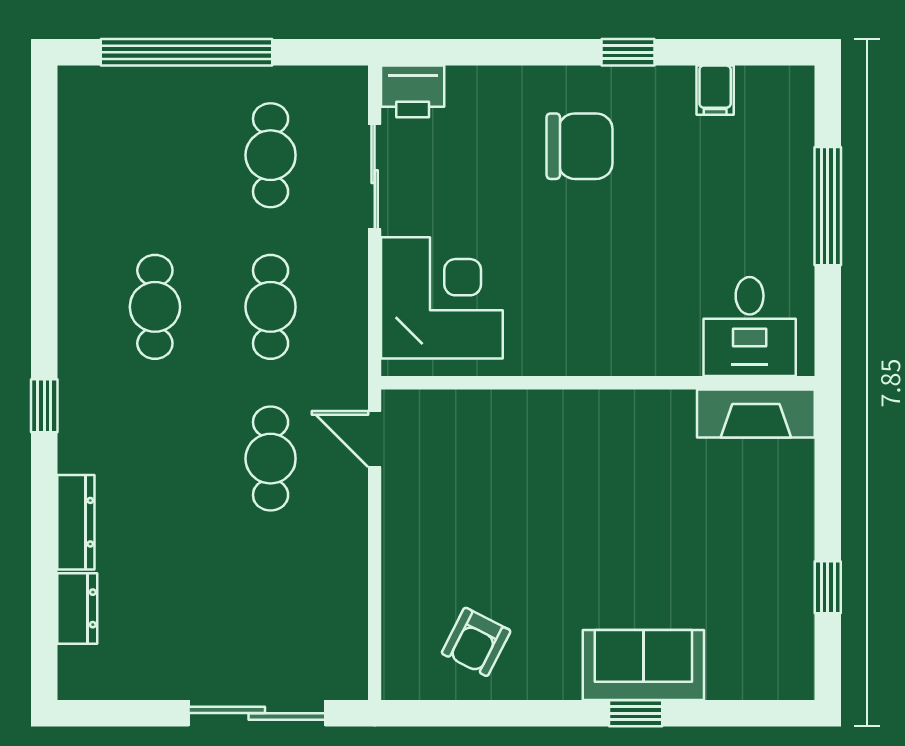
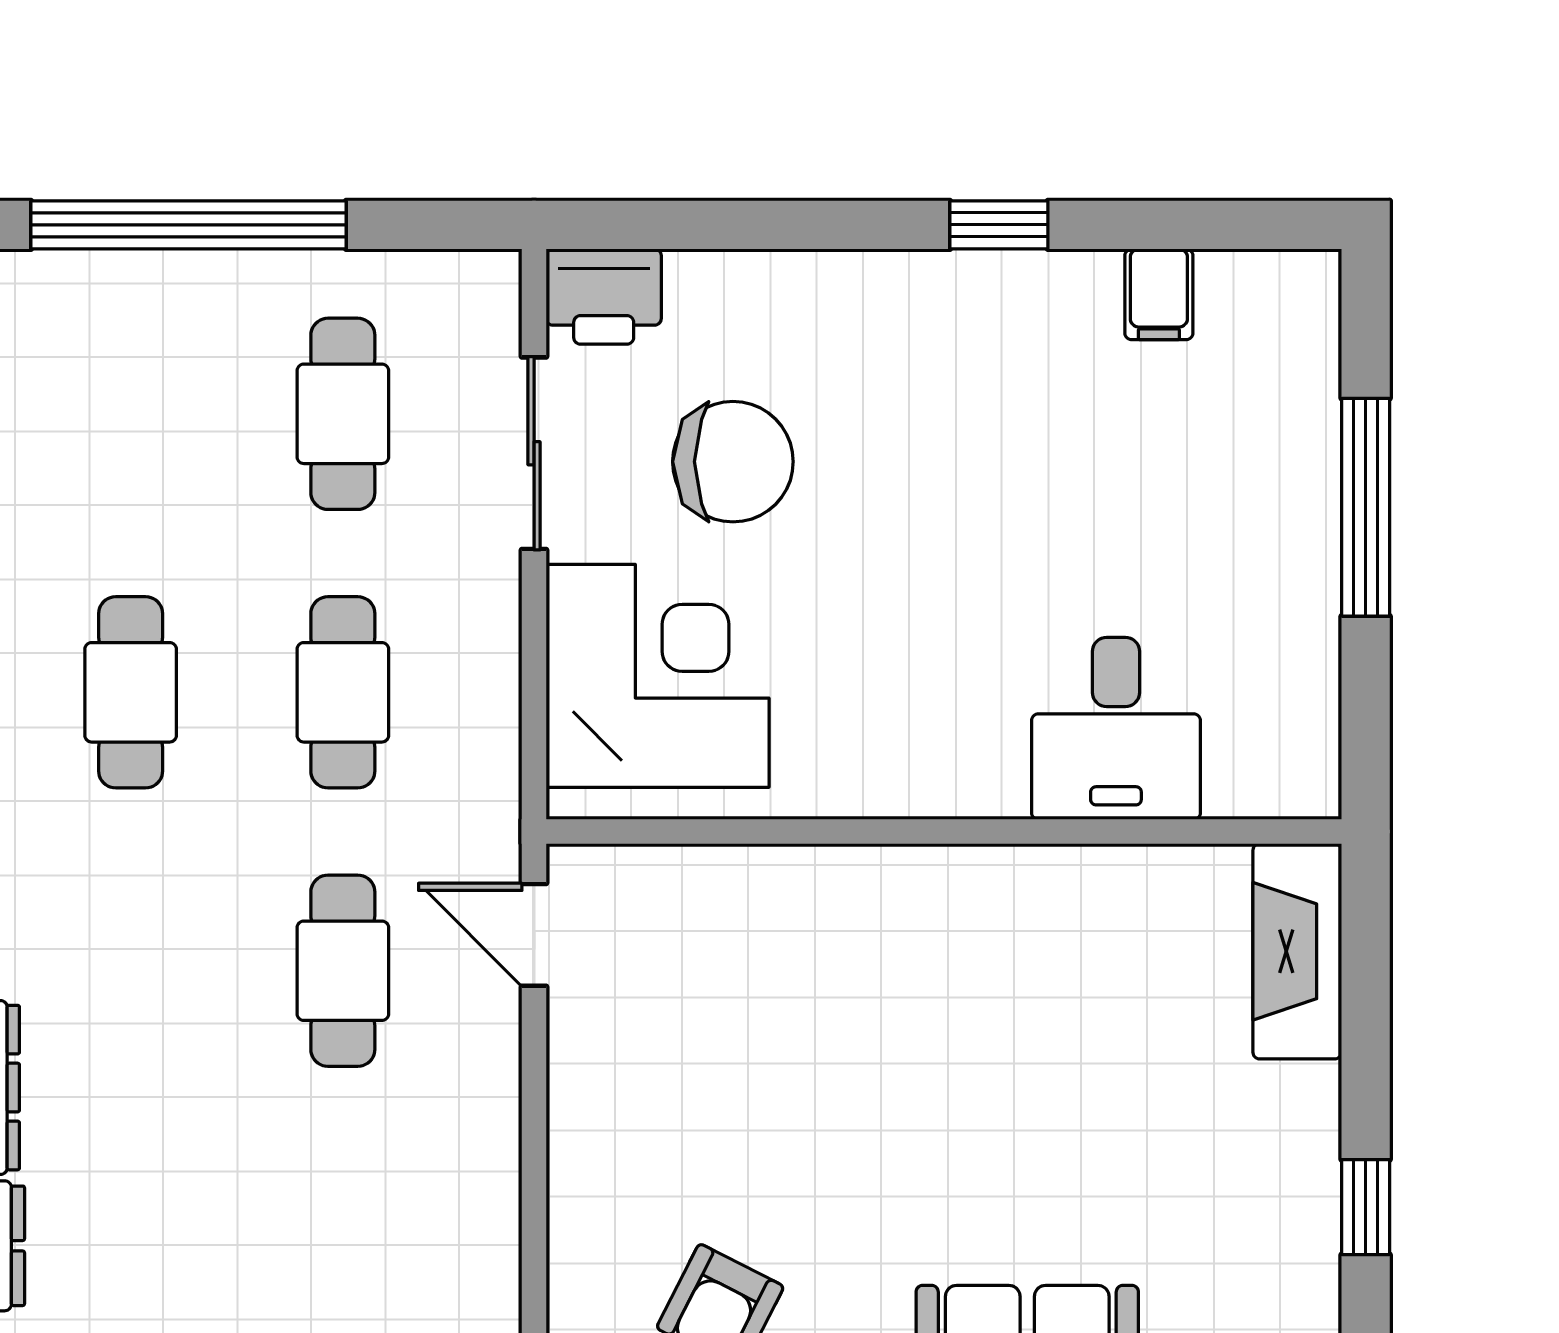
chair: (580, 146) -> (733, 462), moved
desk: (750, 327) -> (1116, 728), moved
fireplace: (756, 413) -> (1297, 951), moved, turned 90

